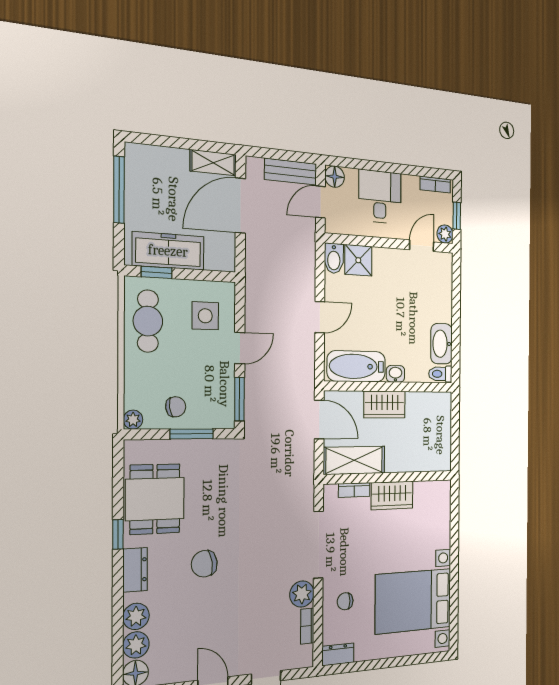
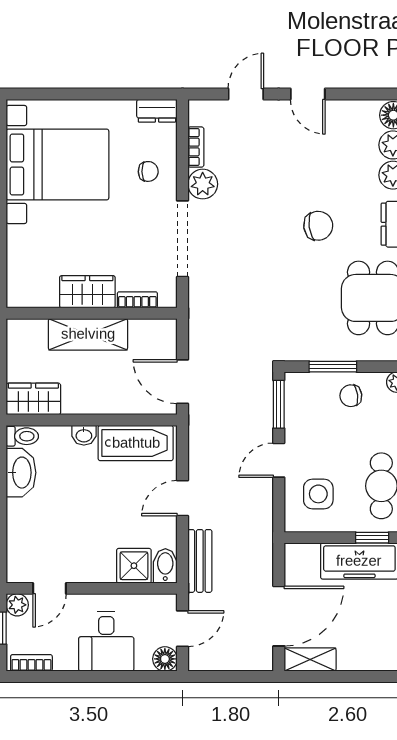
bench: (291, 172) -> (200, 561), moved, turned 90
wardrobe: (385, 405) -> (33, 399), moved
shelving: (354, 460) -> (88, 334), moved

